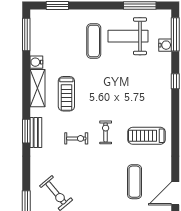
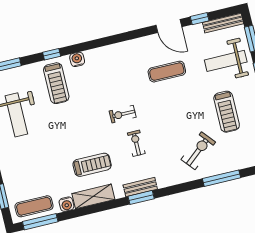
exercise mat: (94, 41) -> (34, 206), moved
water cooler: (165, 45) -> (77, 59), moved
treadmill: (147, 136) -> (56, 83), moved

